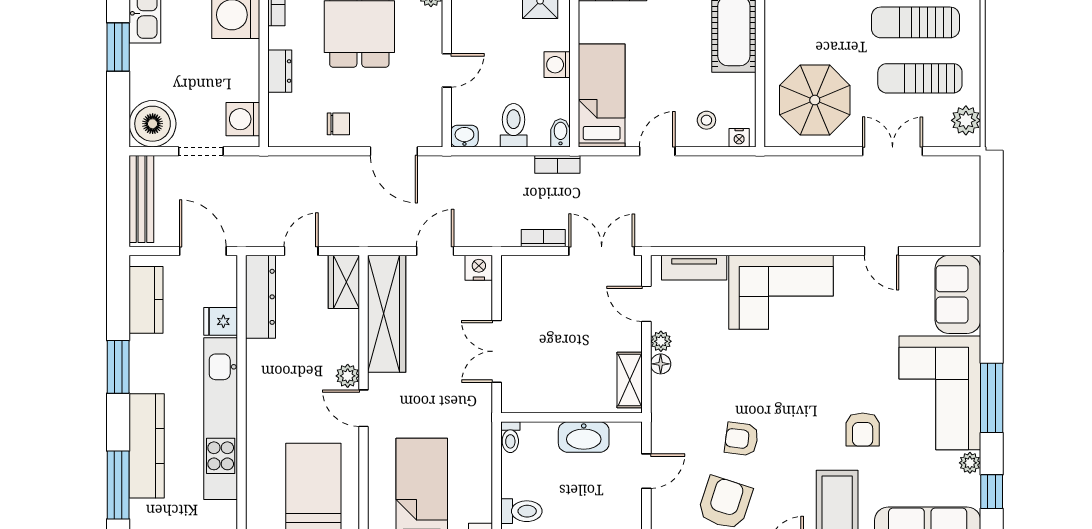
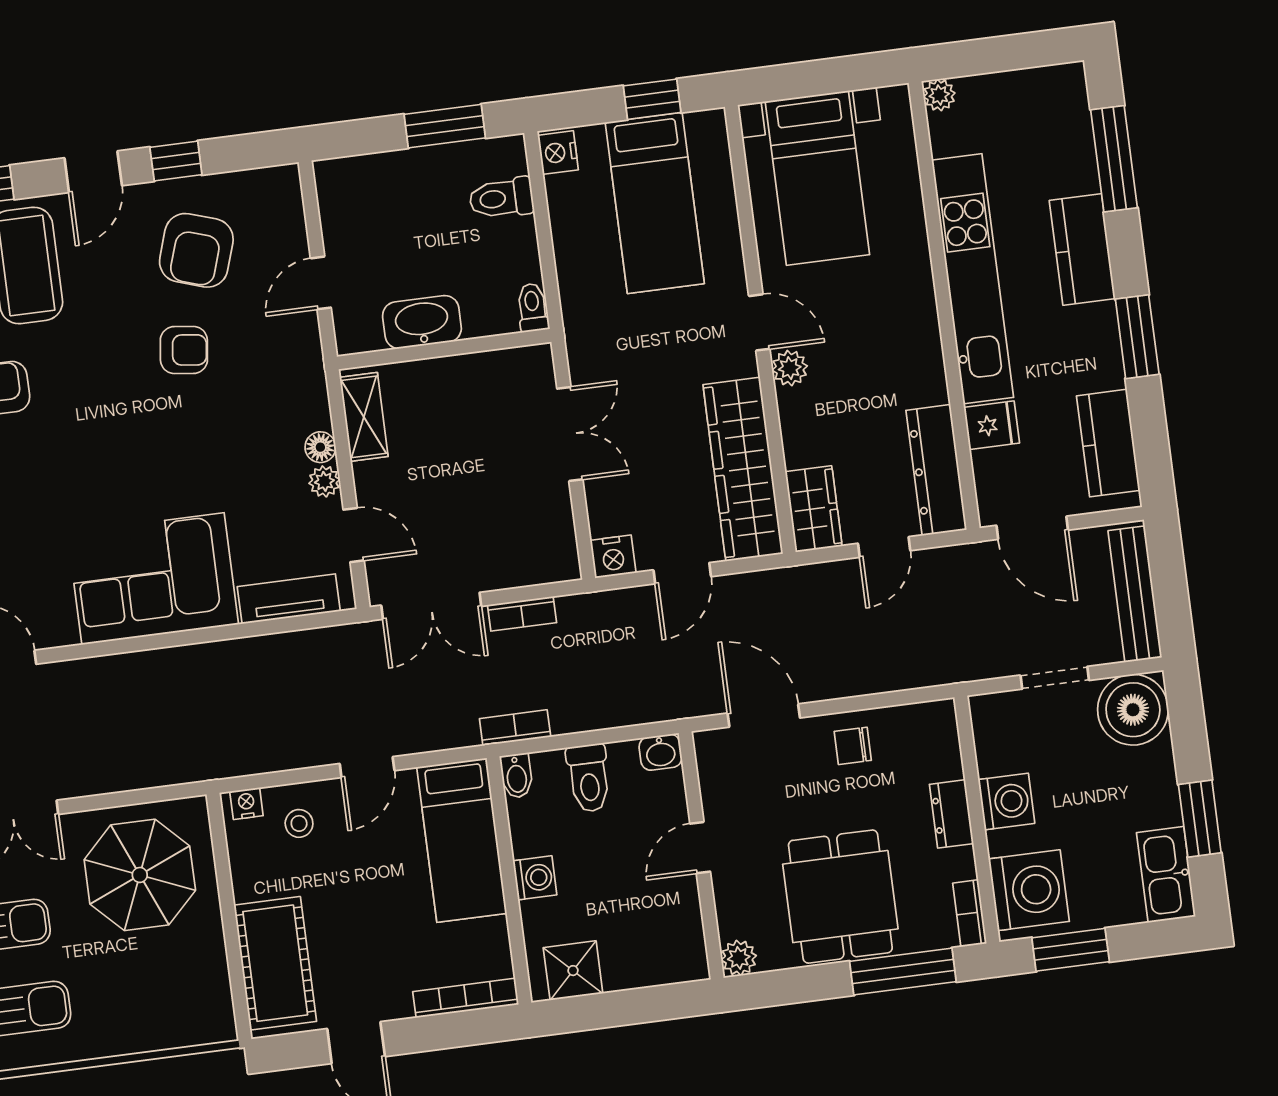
washing machine: (243, 119) -> (1006, 801), moved
kitchen counter: (147, 446) -> (1082, 249), width x0.67

